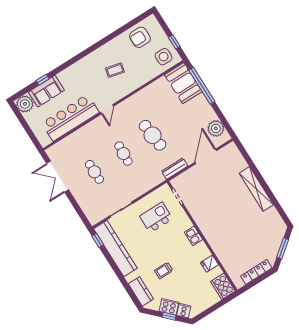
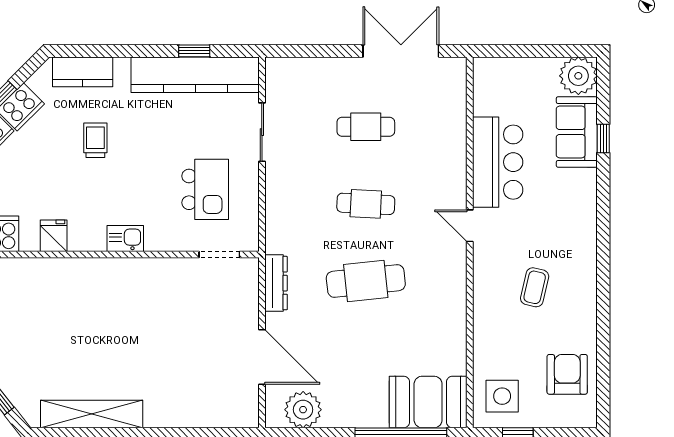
bar counter: (70, 118) -> (498, 162), width x0.73
shelving: (256, 189) -> (92, 414), moved
window: (98, 240) -> (194, 51), moved

